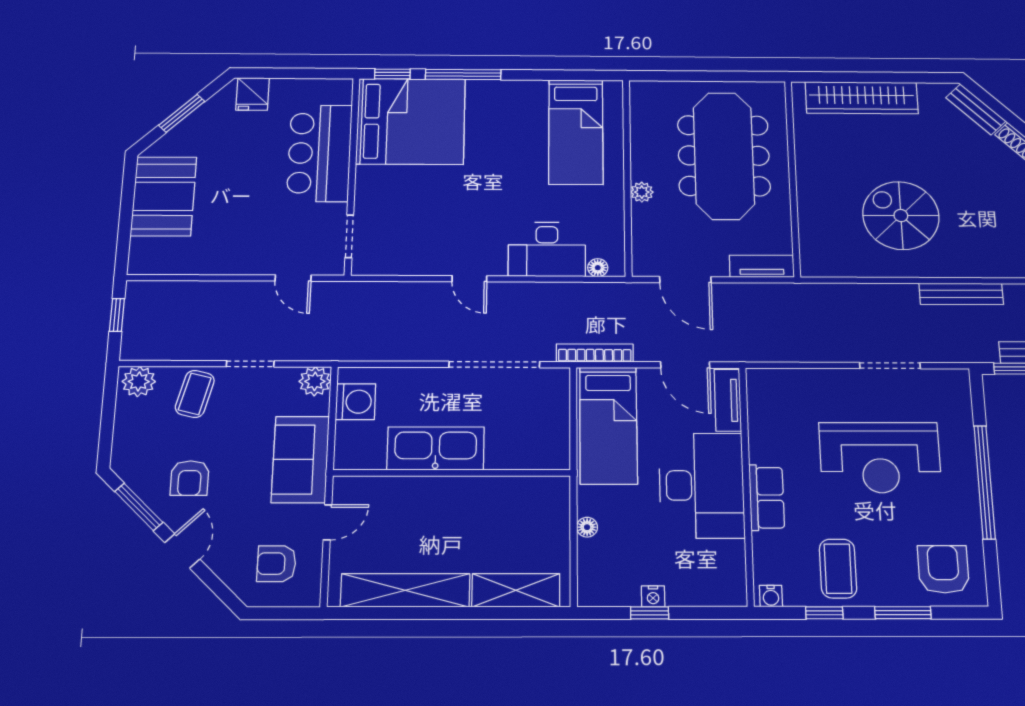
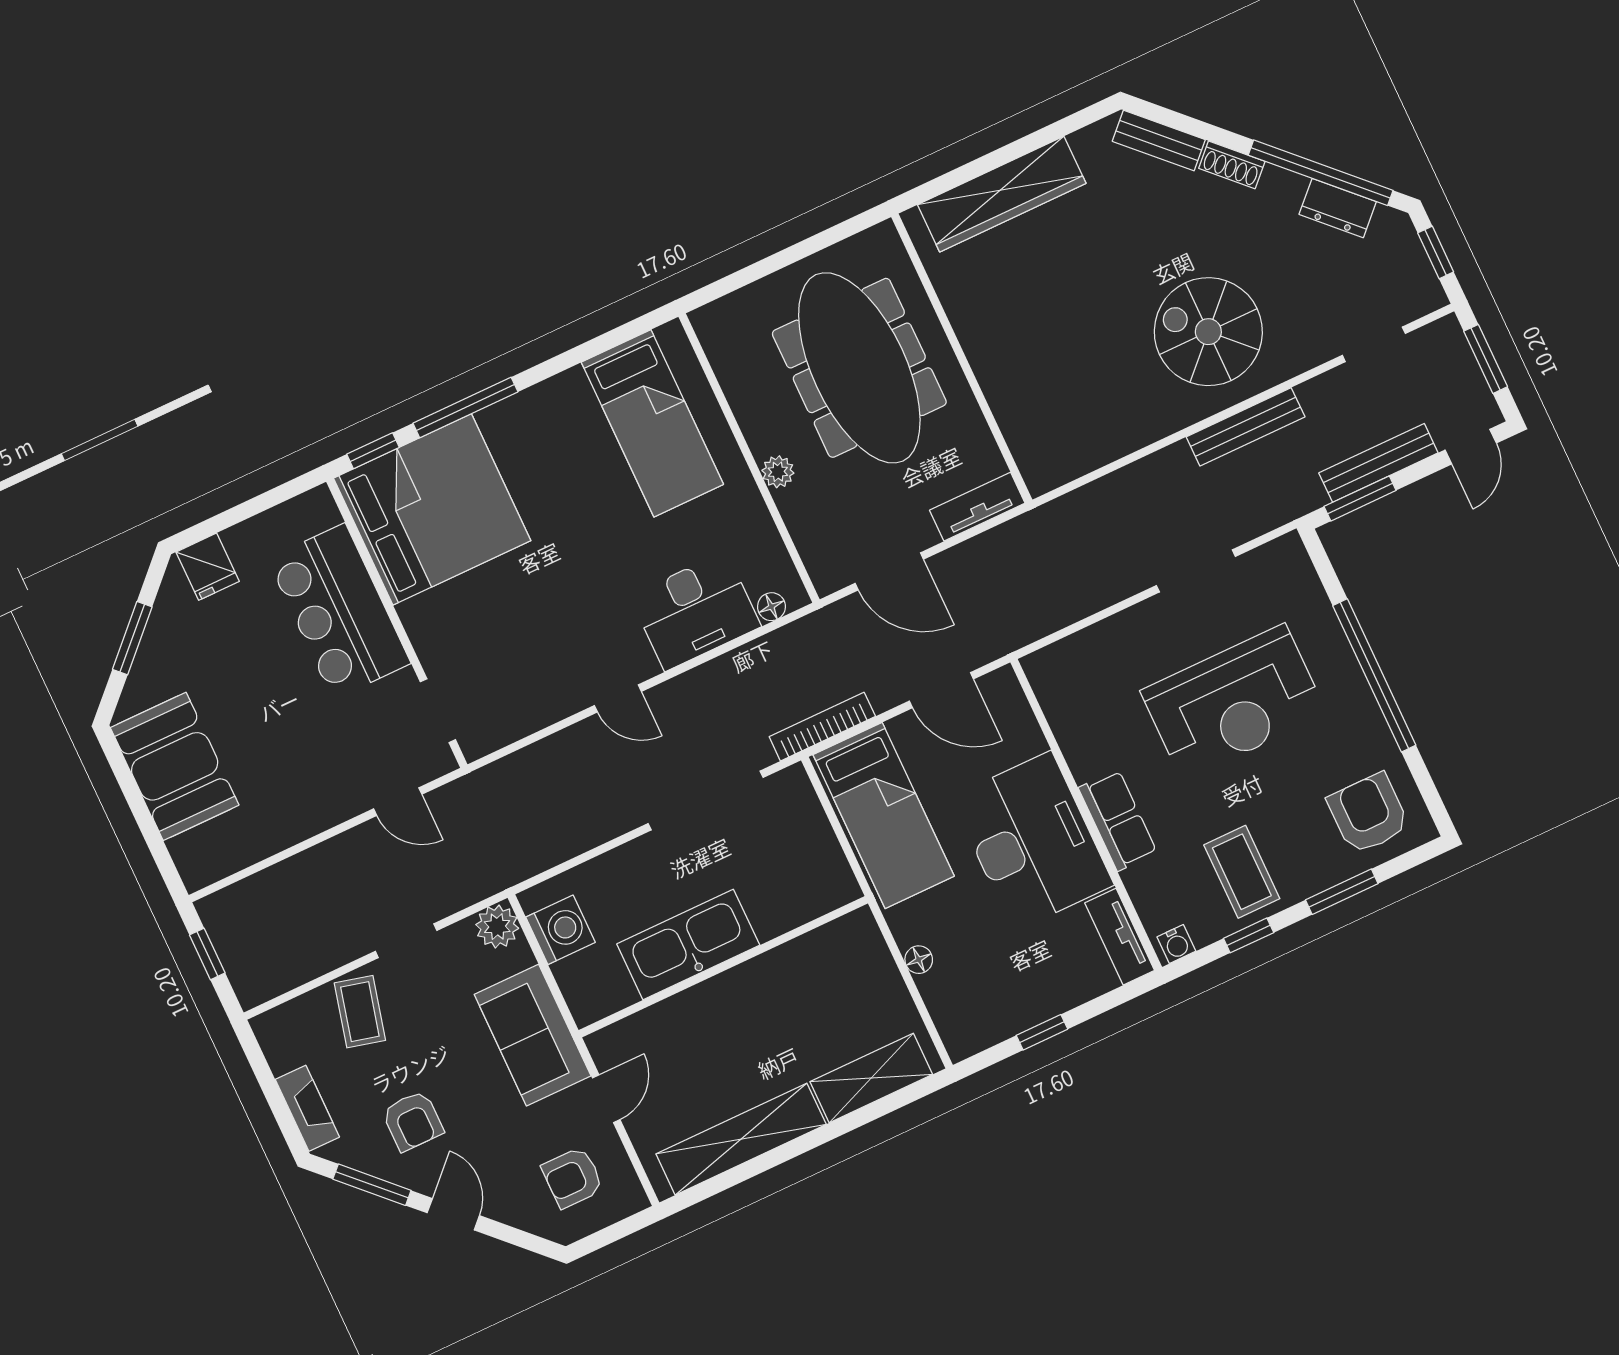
spiral stairs: (901, 216) -> (1208, 332), moved
plant: (139, 382) -> (283, 1028), removed
tv unit: (728, 400) -> (1120, 937), moved
fireplace: (125, 439) -> (307, 1108), added
nightstand: (653, 596) -> (1037, 1010), removed

